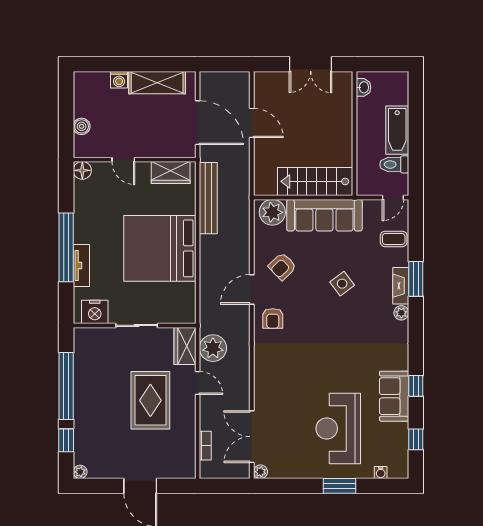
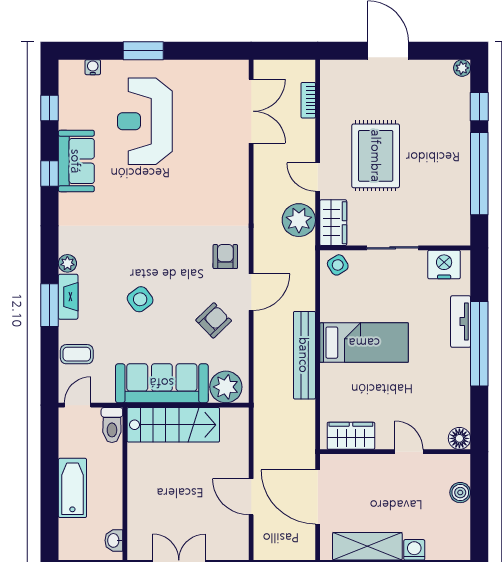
toilet: (394, 164) -> (112, 425), moved, turned 90
bench: (208, 198) -> (304, 355), moved
bed: (160, 248) -> (364, 343), width x0.49
side table: (181, 312) -> (338, 265), added
reception desk: (338, 428) -> (145, 121), turned 180
plant: (260, 472) -> (240, 68), removed

